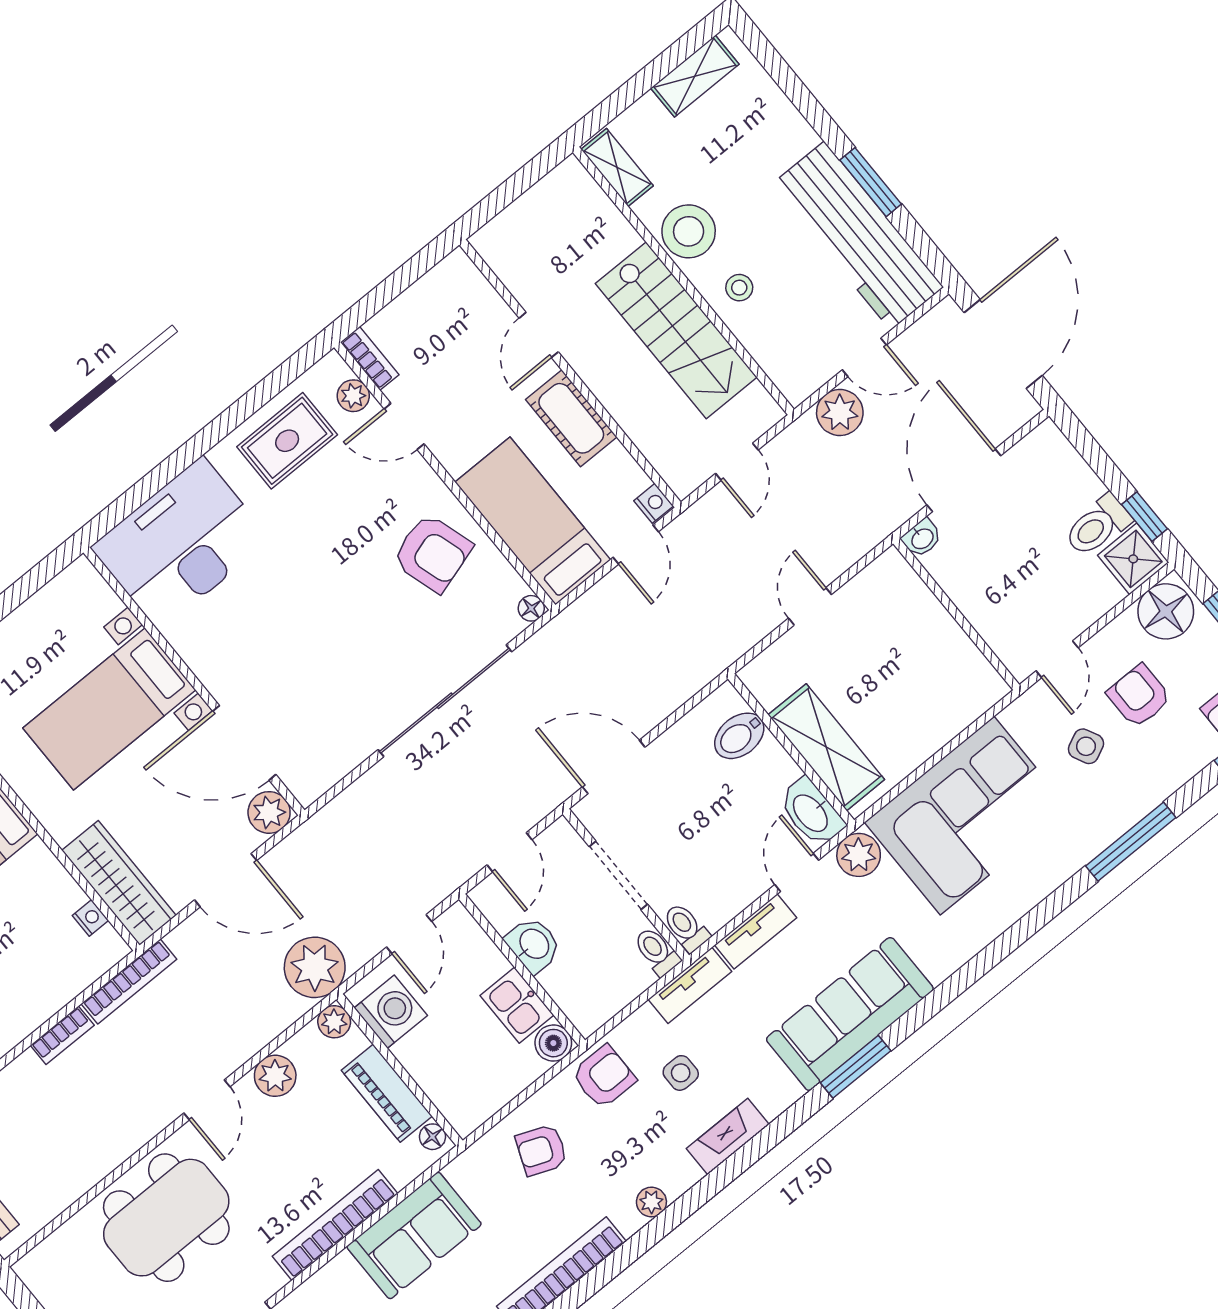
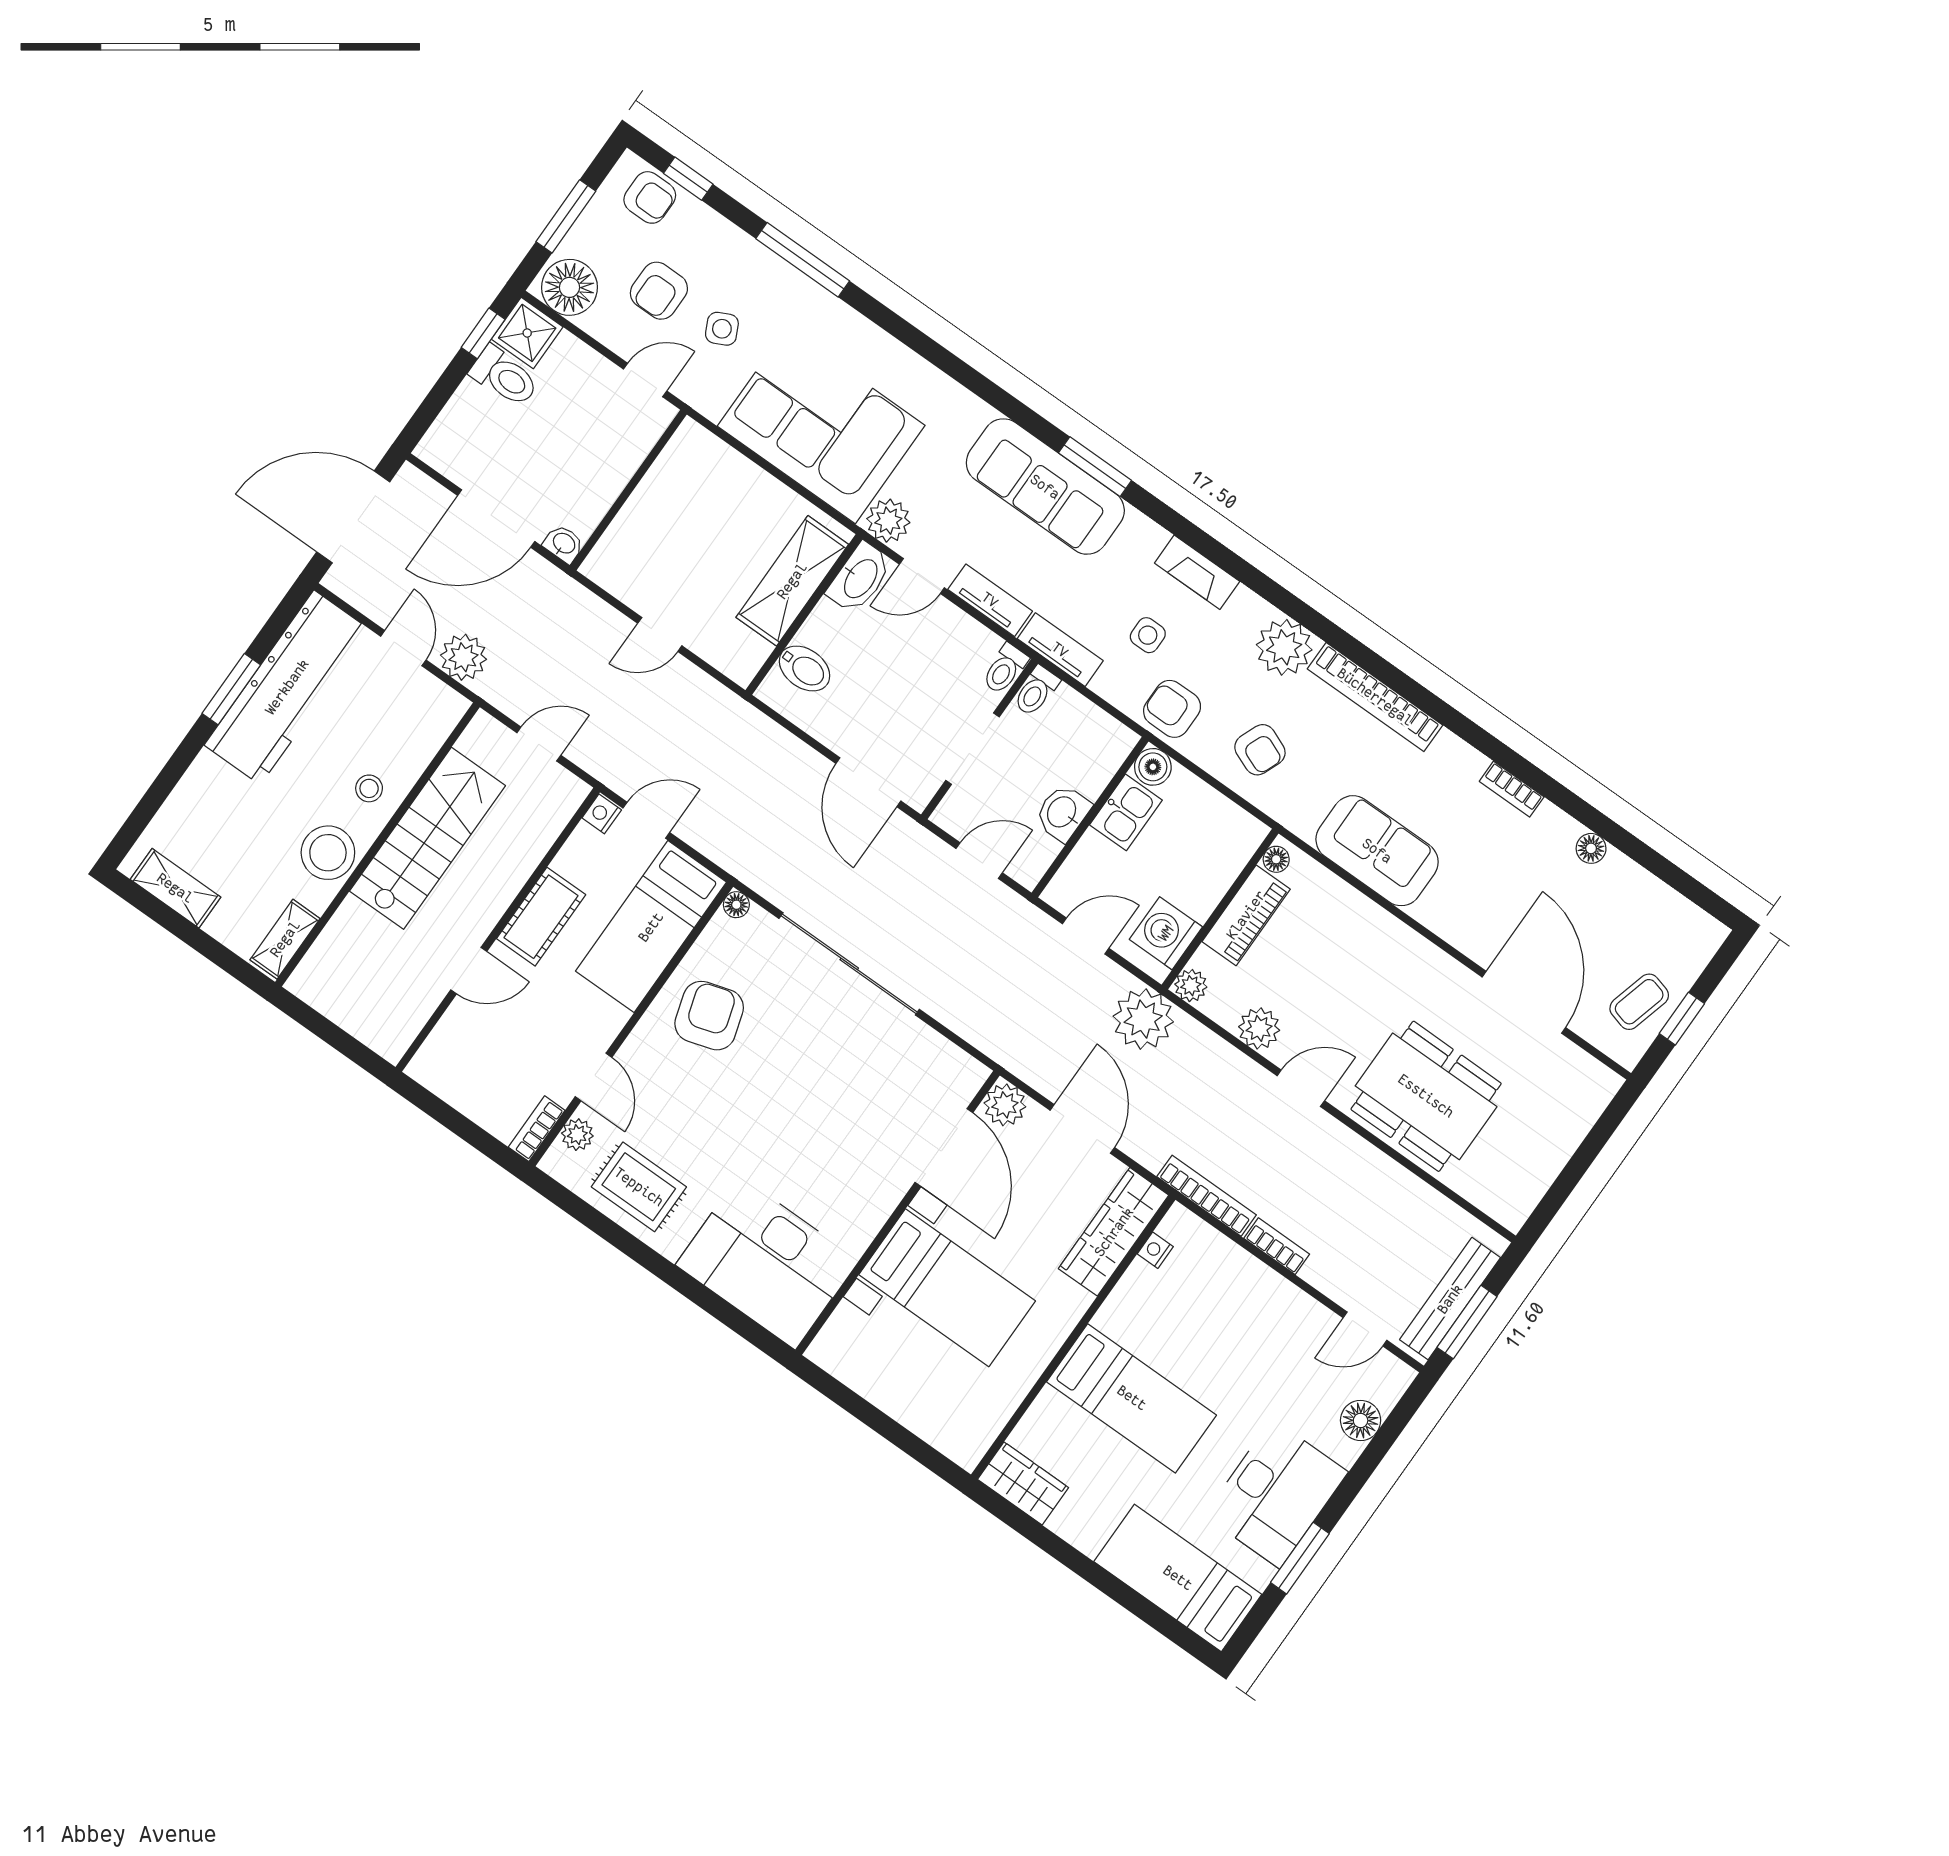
plant: (651, 1202) -> (1284, 647), width x1.87, depth x1.87
bookcase: (335, 1225) -> (1388, 930), removed

